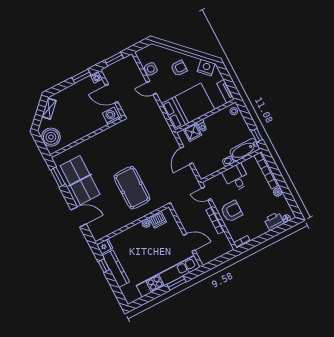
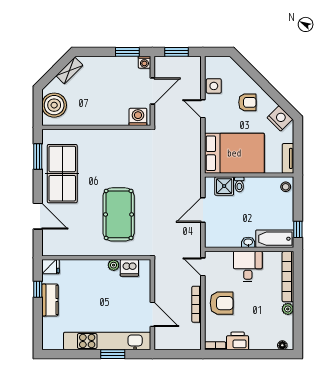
door: (112, 94) -> (152, 91), swing flipped
printer: (274, 221) -> (238, 341), moved
kitchen counter: (116, 269) -> (50, 300), width x0.67

